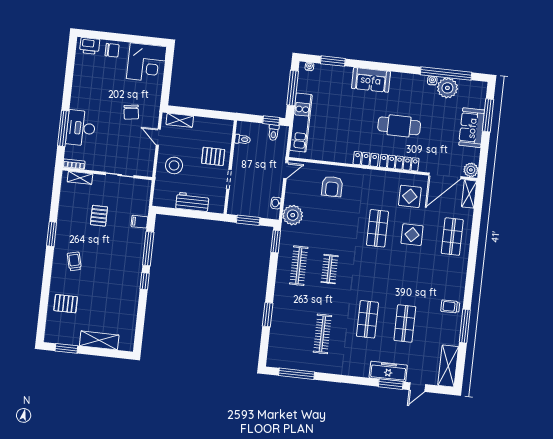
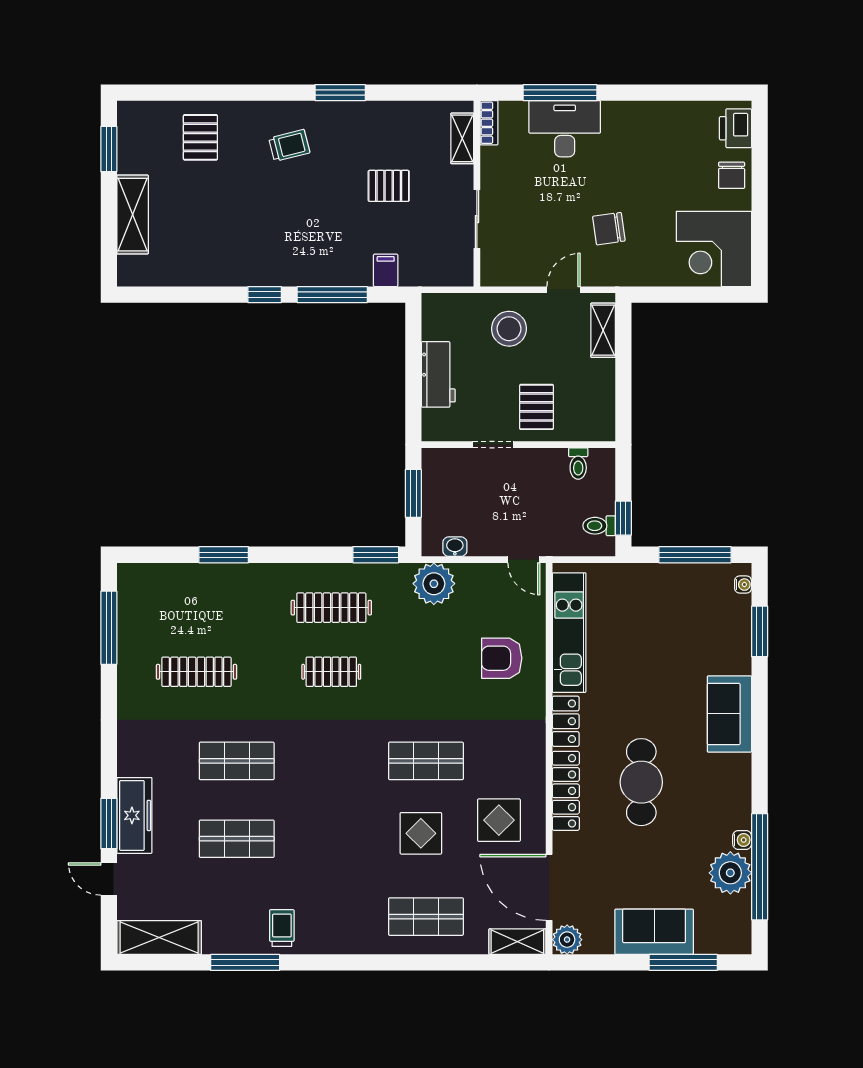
kitchen unit: (301, 123) -> (569, 633), moved, turned -90

